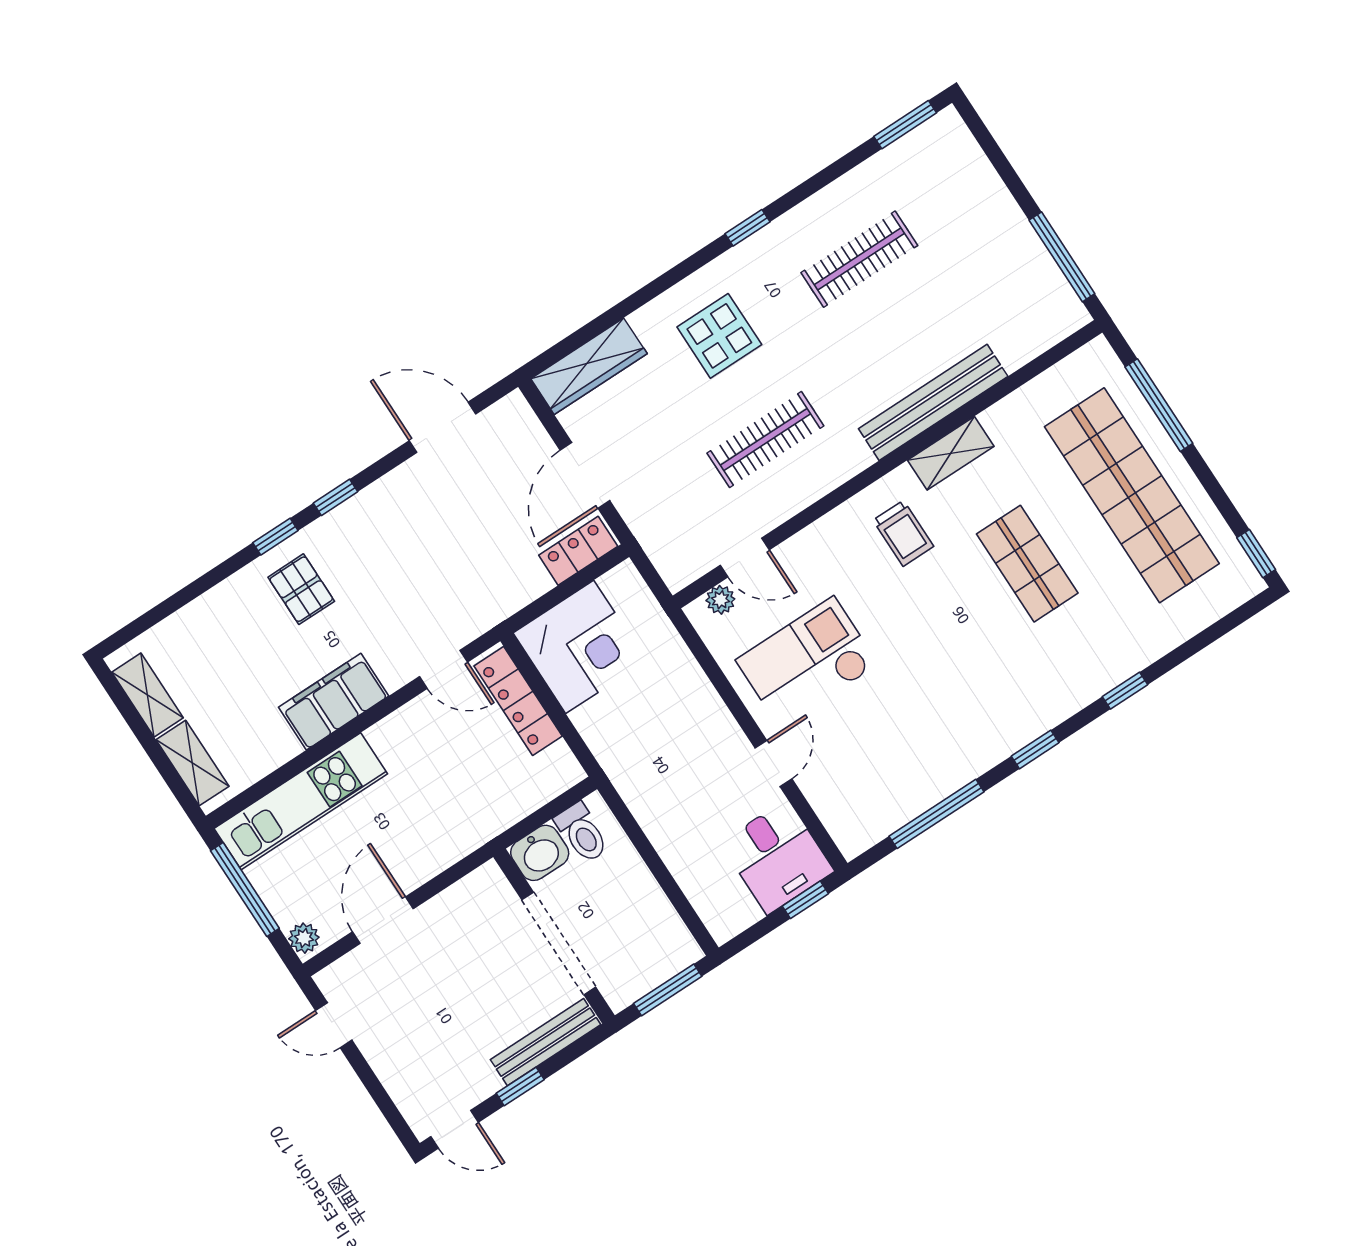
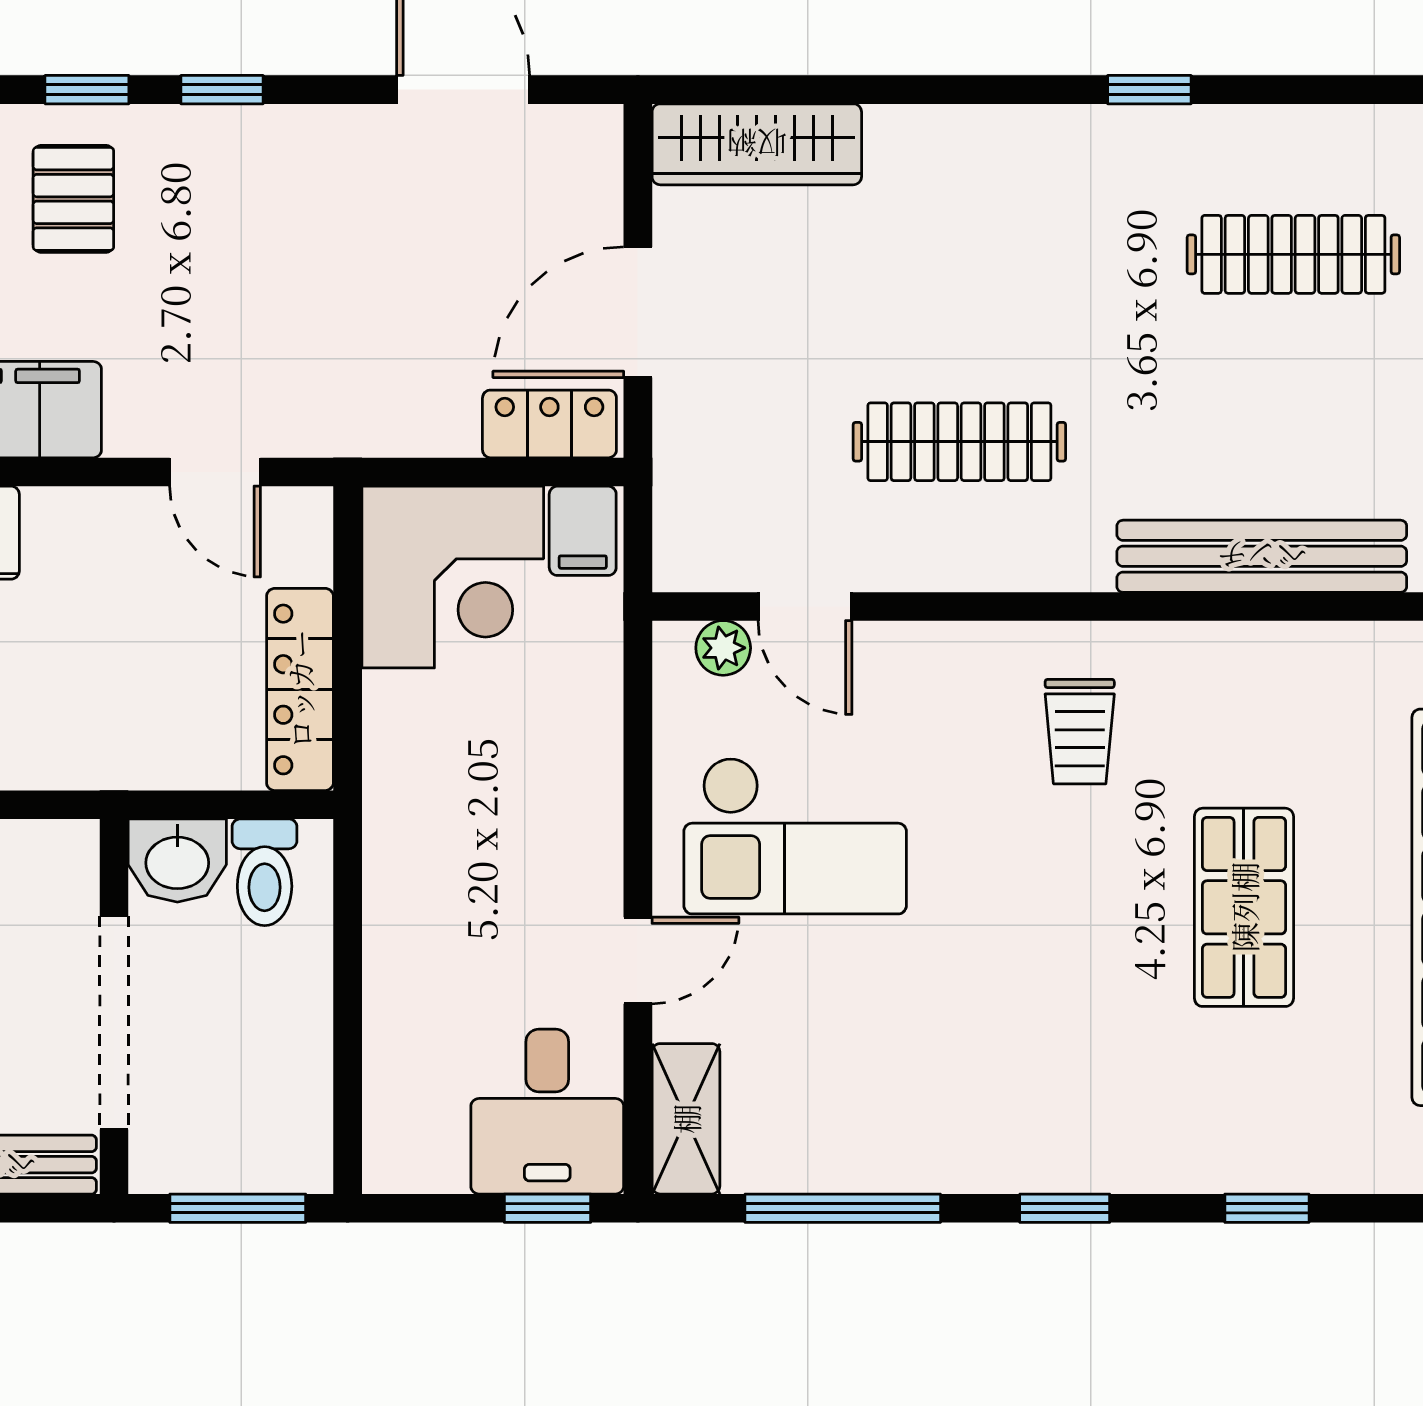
display table: (719, 336) -> (994, 231), removed
shelving: (951, 453) -> (686, 1119), moved, turned 90
filing cabinet: (624, 589) -> (583, 531), added
checkout: (807, 662) -> (795, 836), turned 180
locker: (518, 701) -> (300, 689), moved

